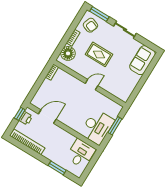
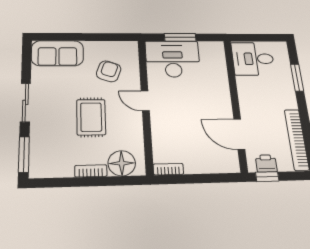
armchair: (90, 25) -> (109, 71), moved
desk: (97, 127) -> (173, 59), moved

